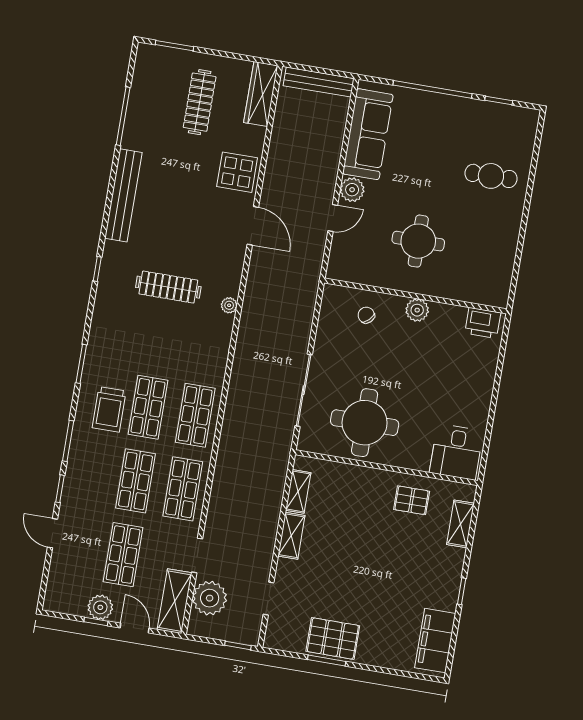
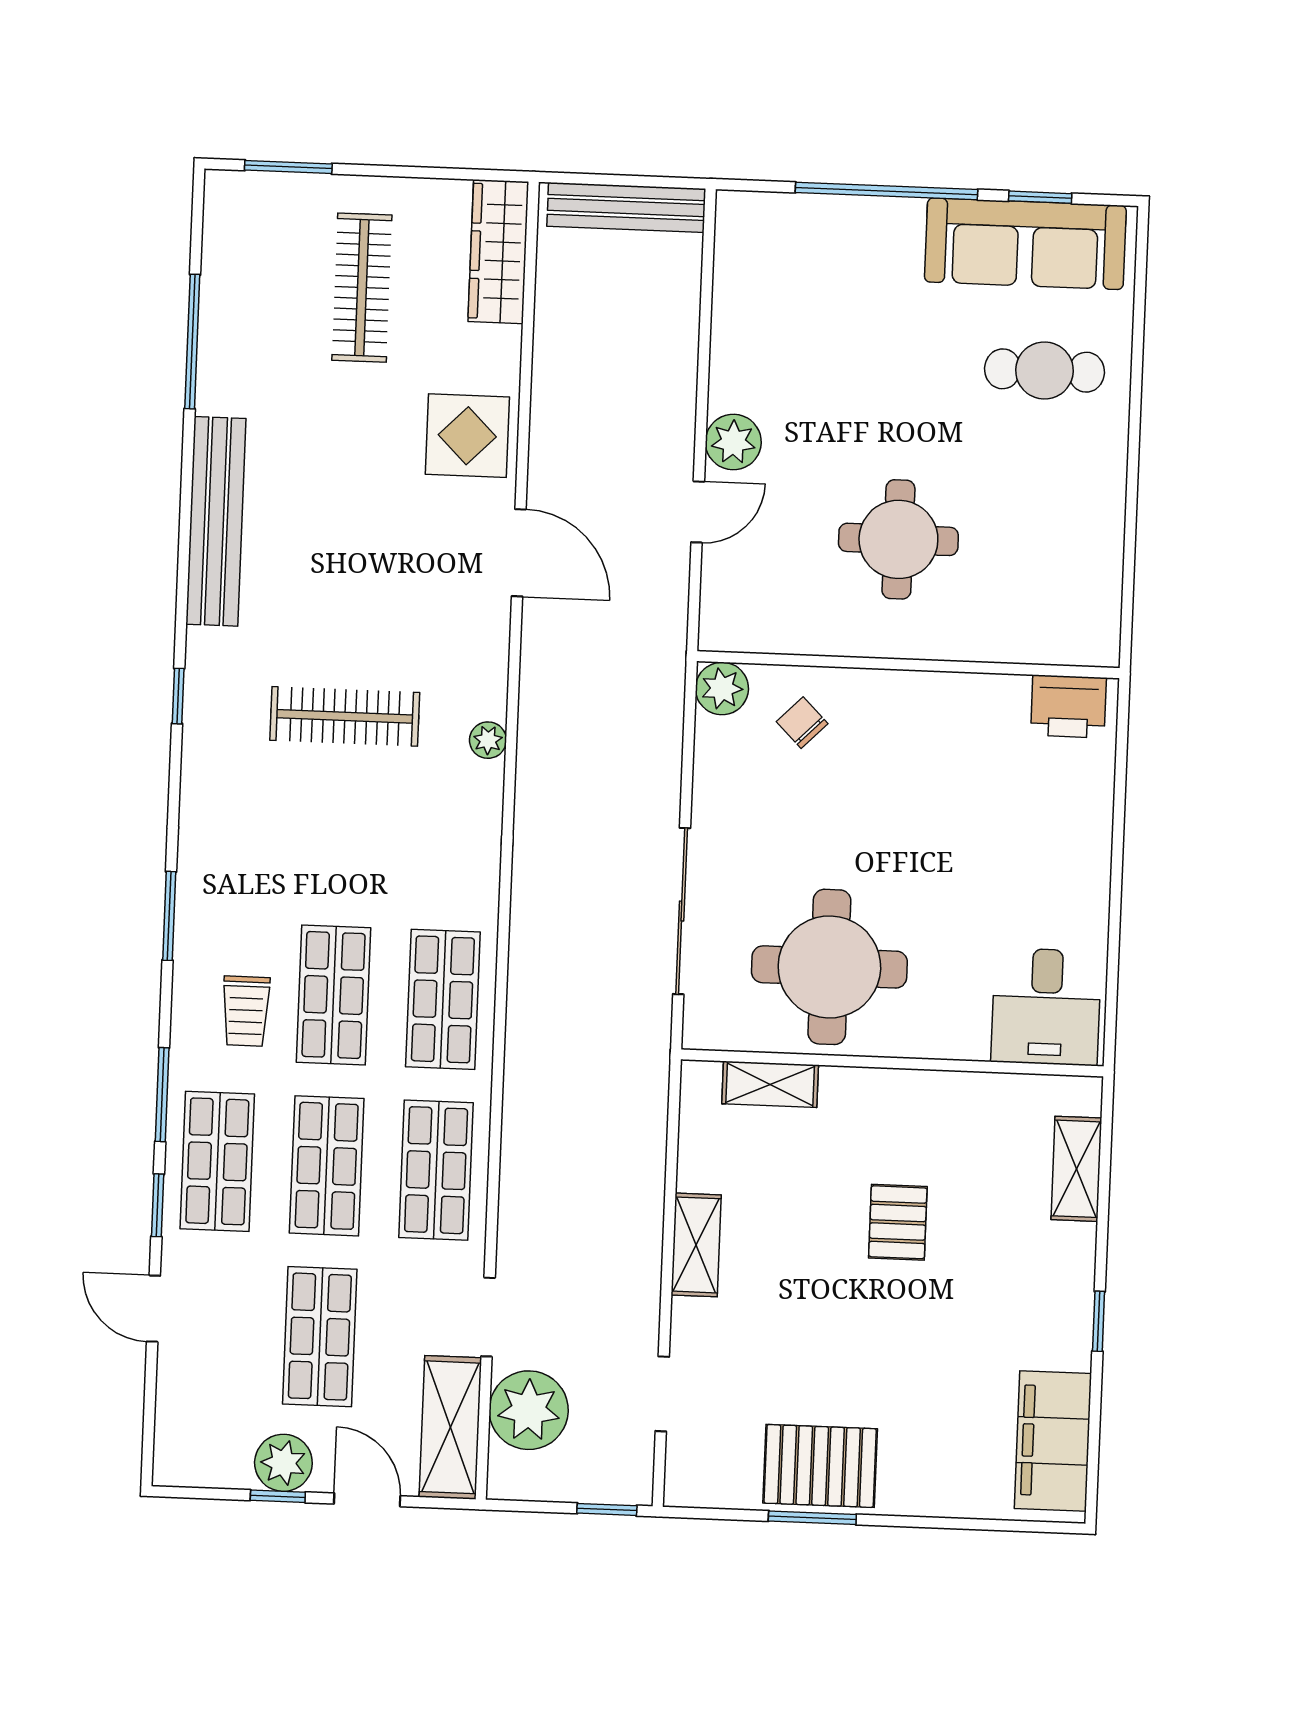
sofa: (368, 134) -> (1025, 244), moved, turned 90
plant: (417, 310) -> (722, 689), moved
trolley: (109, 409) -> (246, 1011), width x0.73, depth x0.72
shop shelf: (88, 473) -> (217, 1161), added
shelving: (298, 491) -> (770, 1084), moved, turned 90
pallet: (412, 500) -> (898, 1222), moved, turned 90

